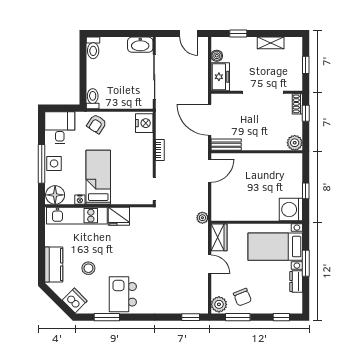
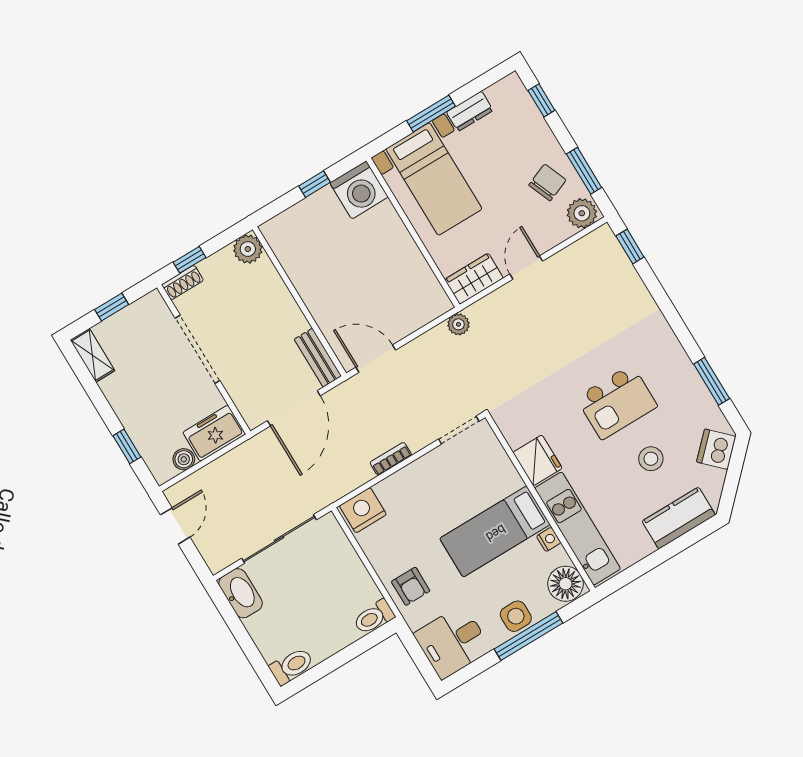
shelving: (271, 43) -> (92, 355), moved
armchair: (97, 124) -> (411, 586), turned 57
kitchen island: (123, 294) -> (617, 402), moved

